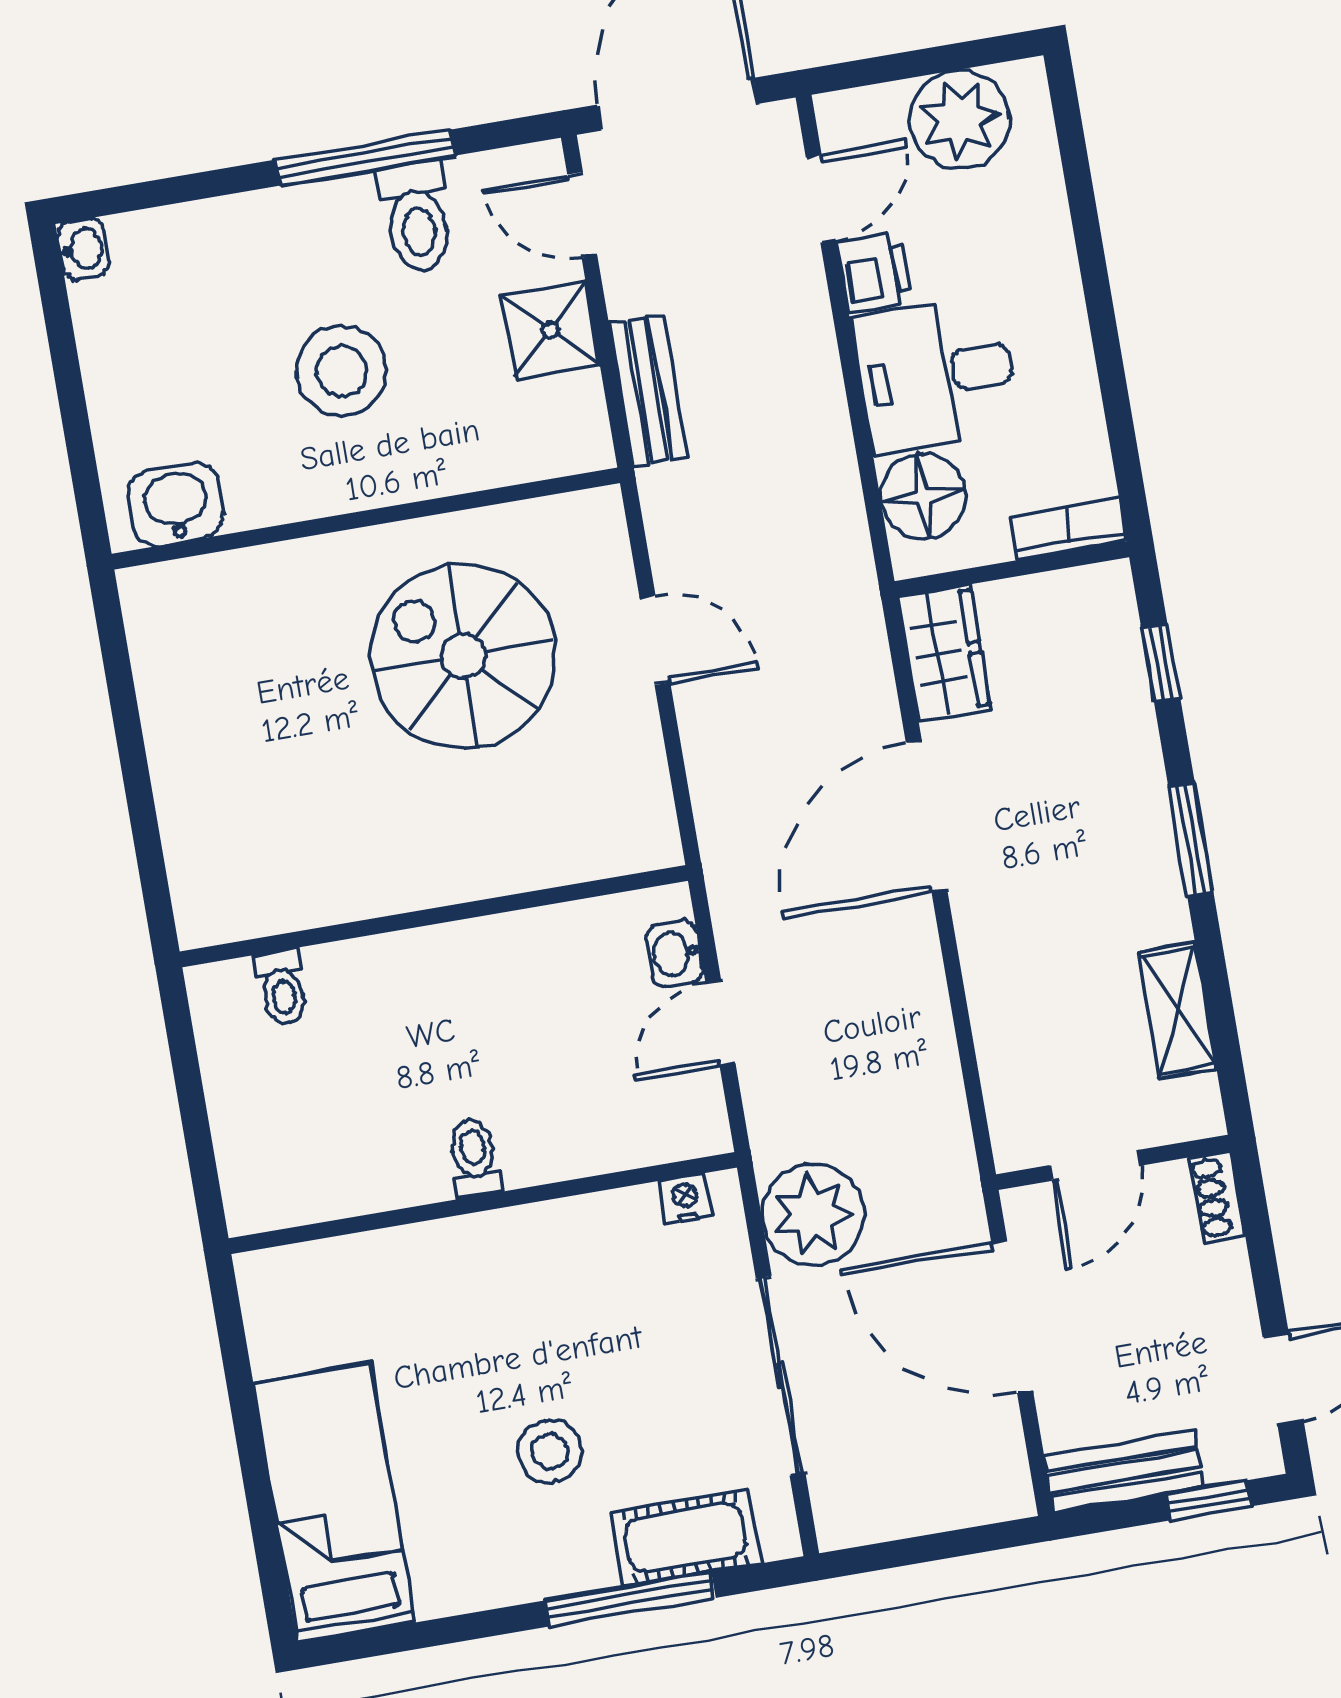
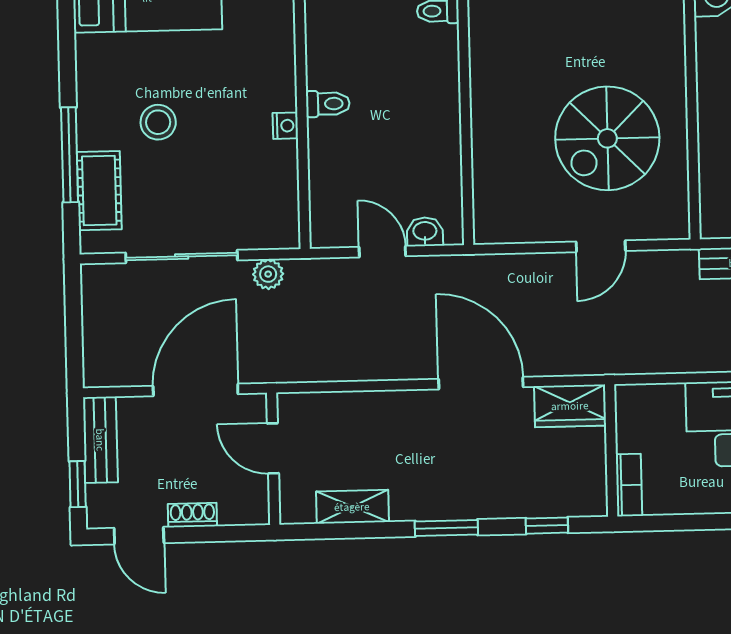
floor lamp: (923, 496) -> (659, 407), removed
spiral stairs: (463, 656) -> (607, 138), turned 180
shoe rack: (1217, 1197) -> (192, 515), moved
nightstand: (685, 1199) -> (285, 126), moved
plant: (813, 1215) -> (268, 274), width x0.53, depth x0.53

